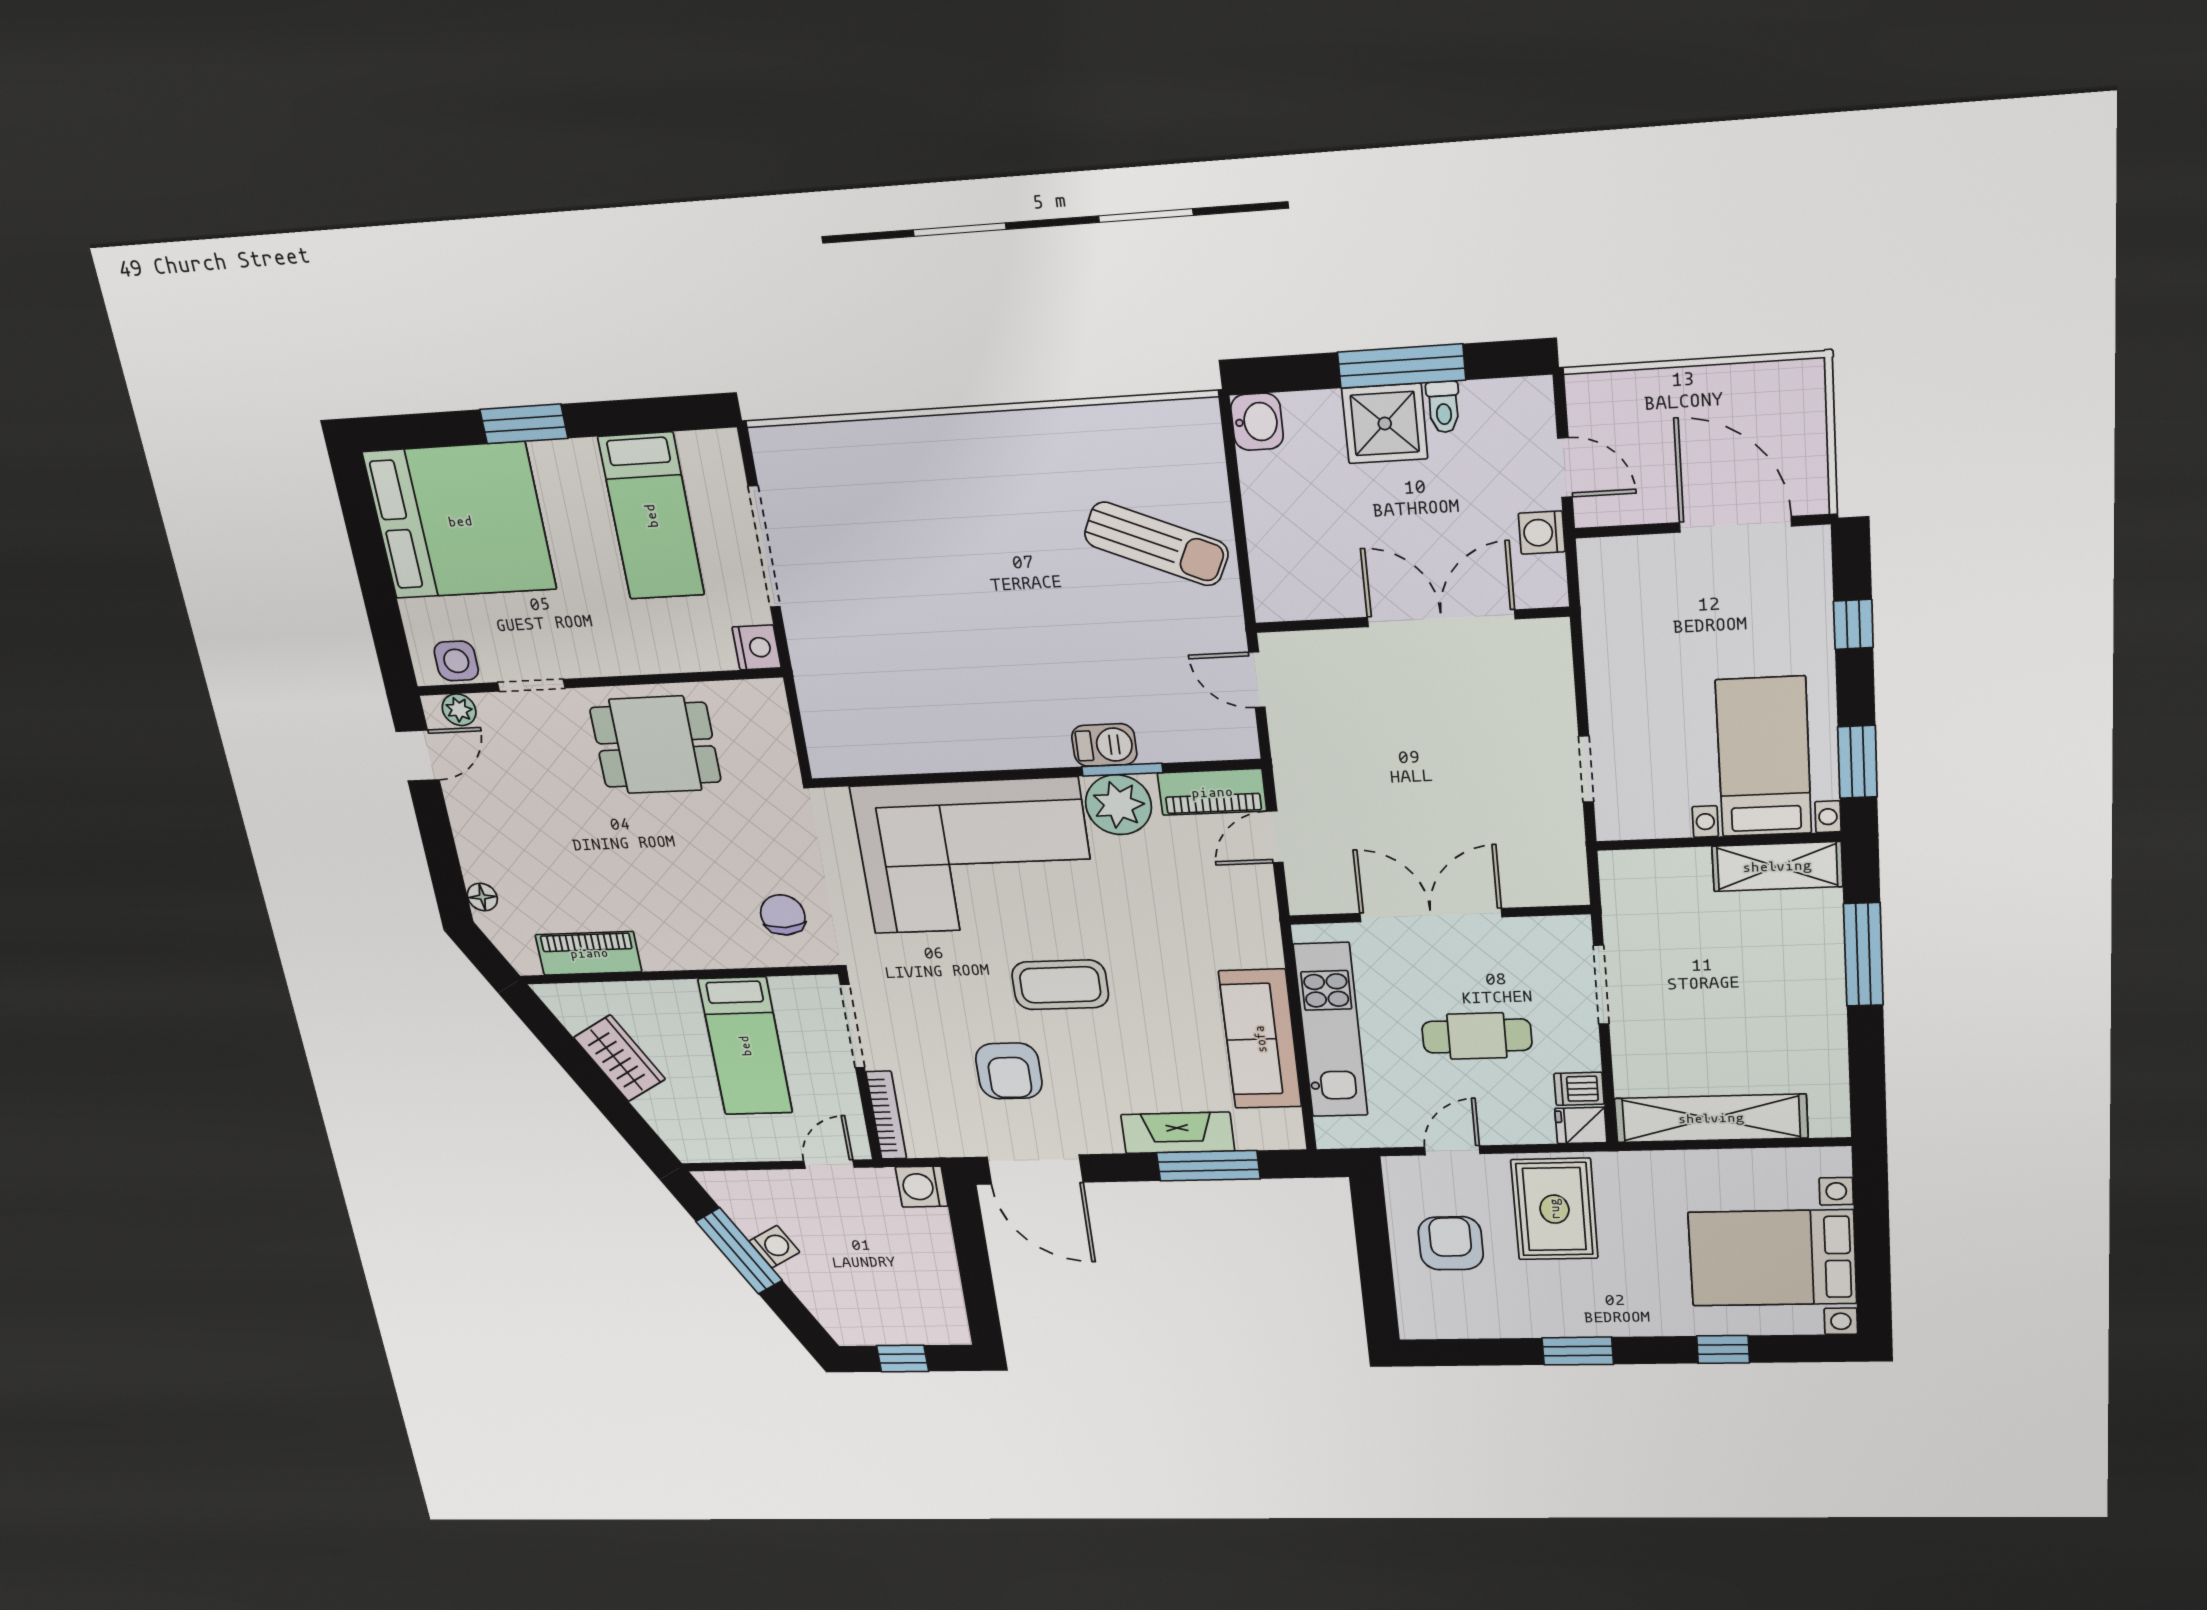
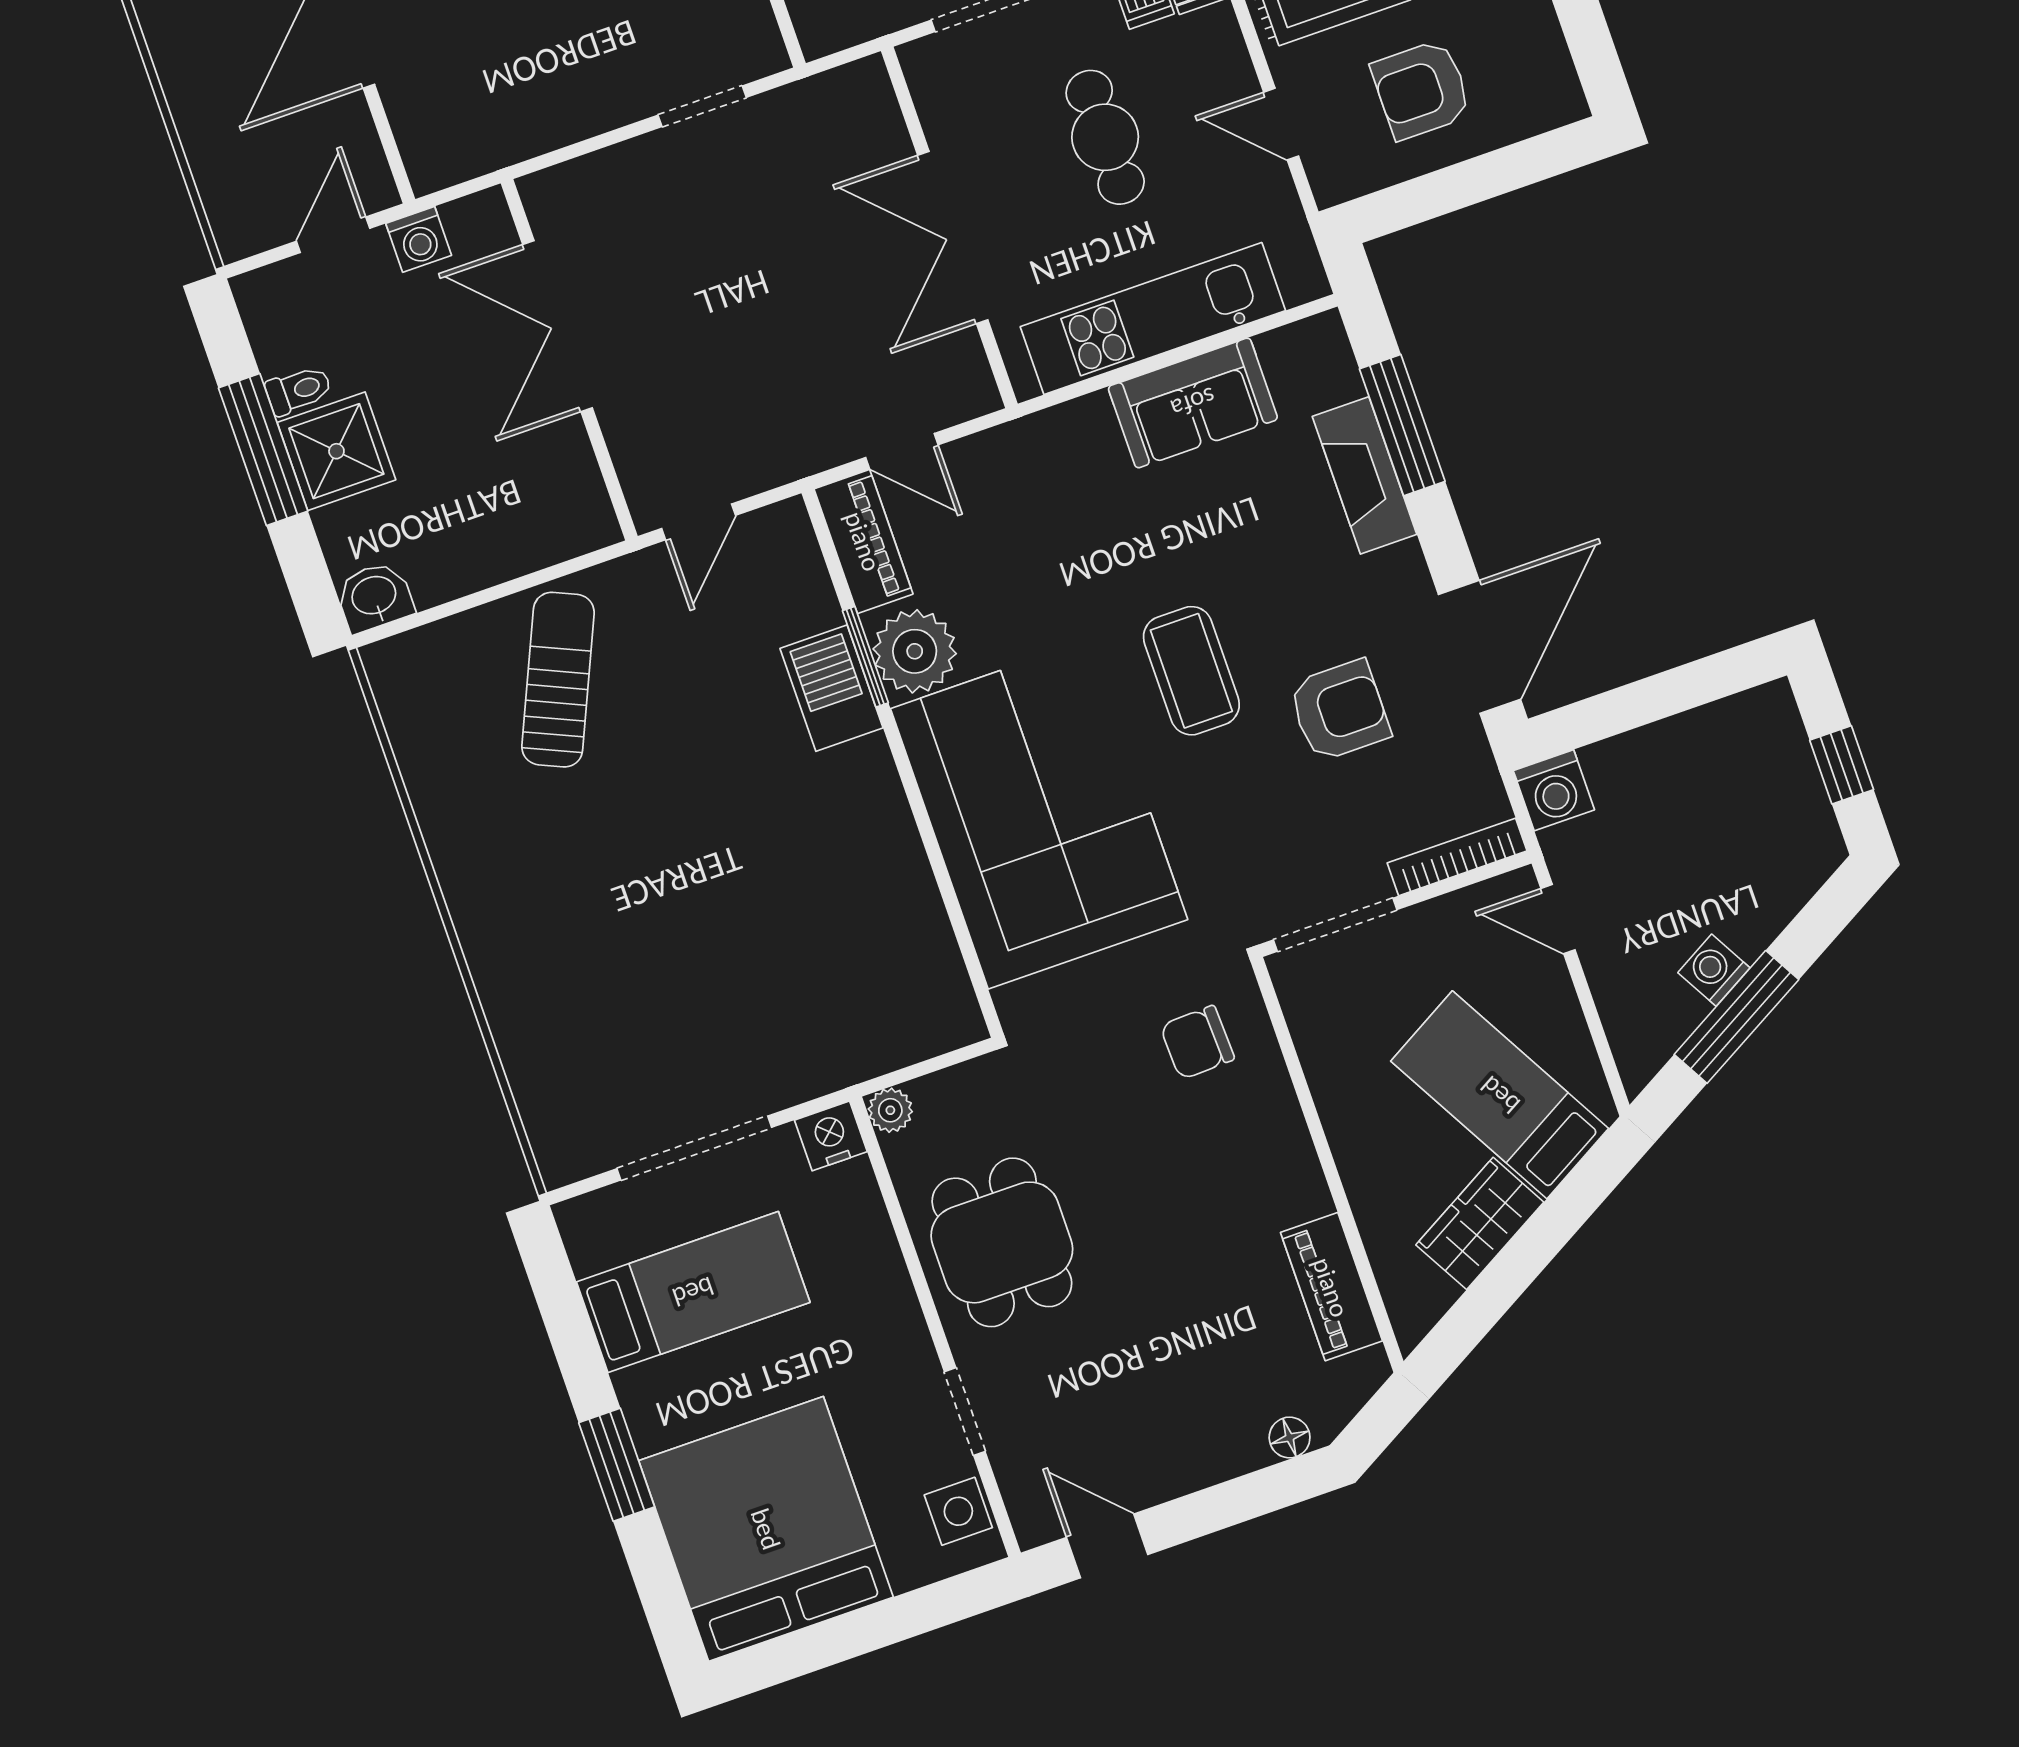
plant: (459, 710) -> (890, 1110), moved
barbecue: (1104, 745) -> (832, 688), width x1.38, depth x1.27
sofa: (1260, 1039) -> (1193, 403), width x0.73
bed: (745, 1046) -> (1500, 1095), moved, turned -119

